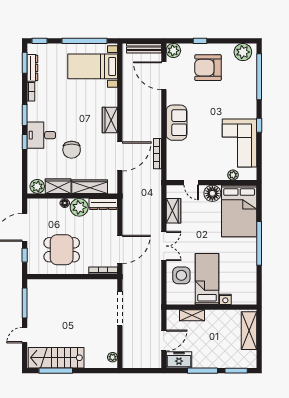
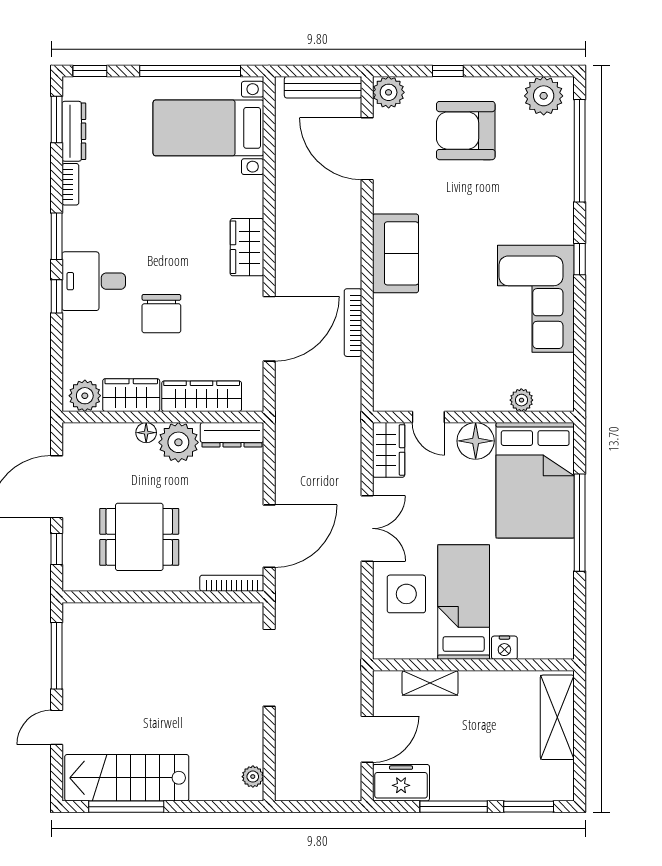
plant: (233, 175) -> (521, 400), moved
door: (191, 183) -> (428, 417), moved
wall: (211, 183) -> (473, 417), moved
floor lamp: (212, 193) -> (476, 441), moved
bed: (239, 211) -> (535, 480), moved

